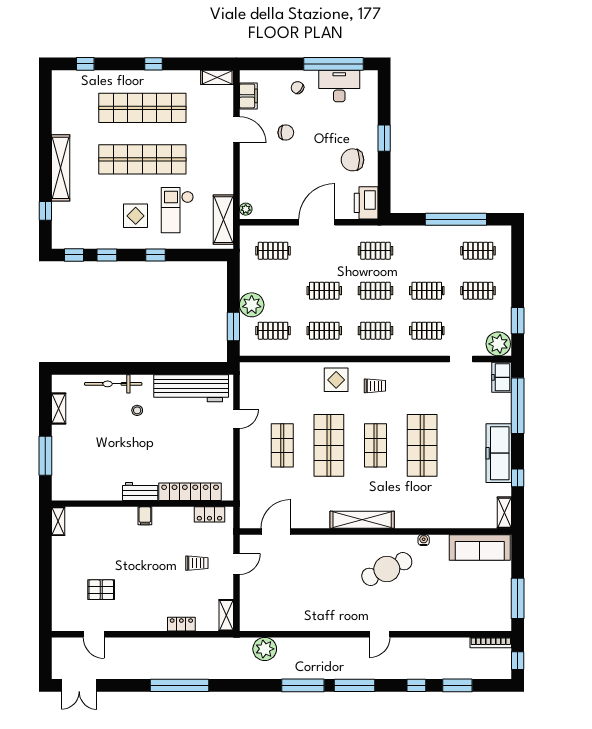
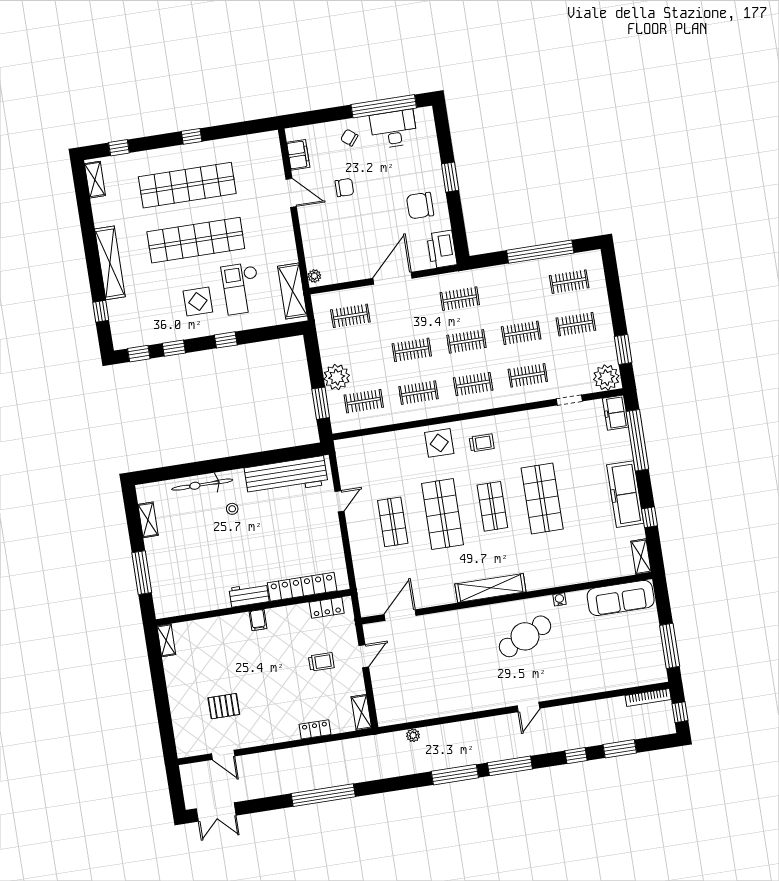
shelving: (217, 77) -> (95, 180), moved, turned 90
plant: (265, 649) -> (413, 735), width x0.53, depth x0.53

